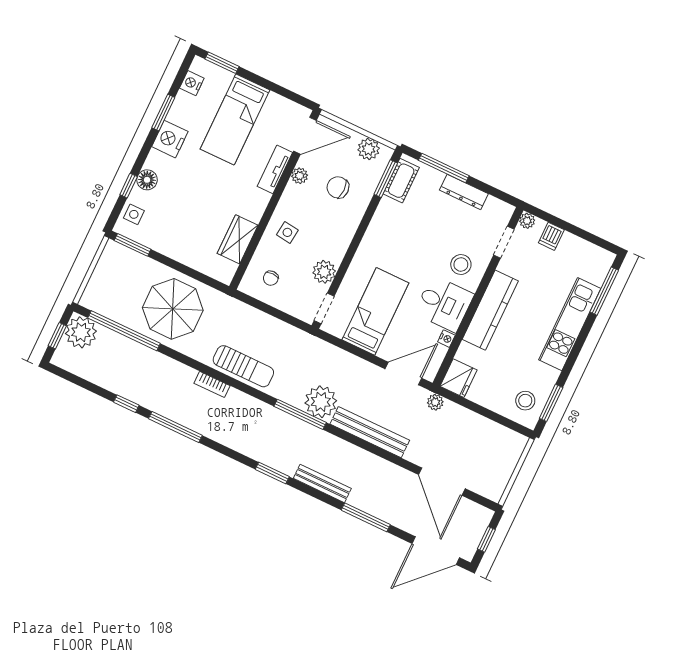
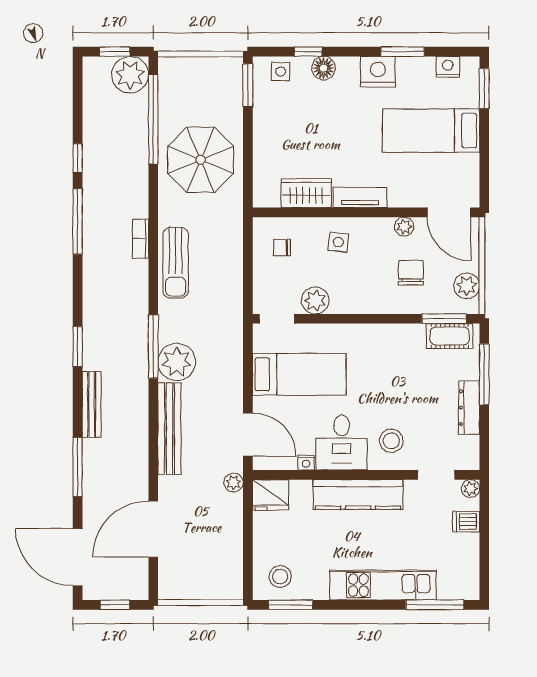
tv unit: (275, 169) -> (360, 197), moved

